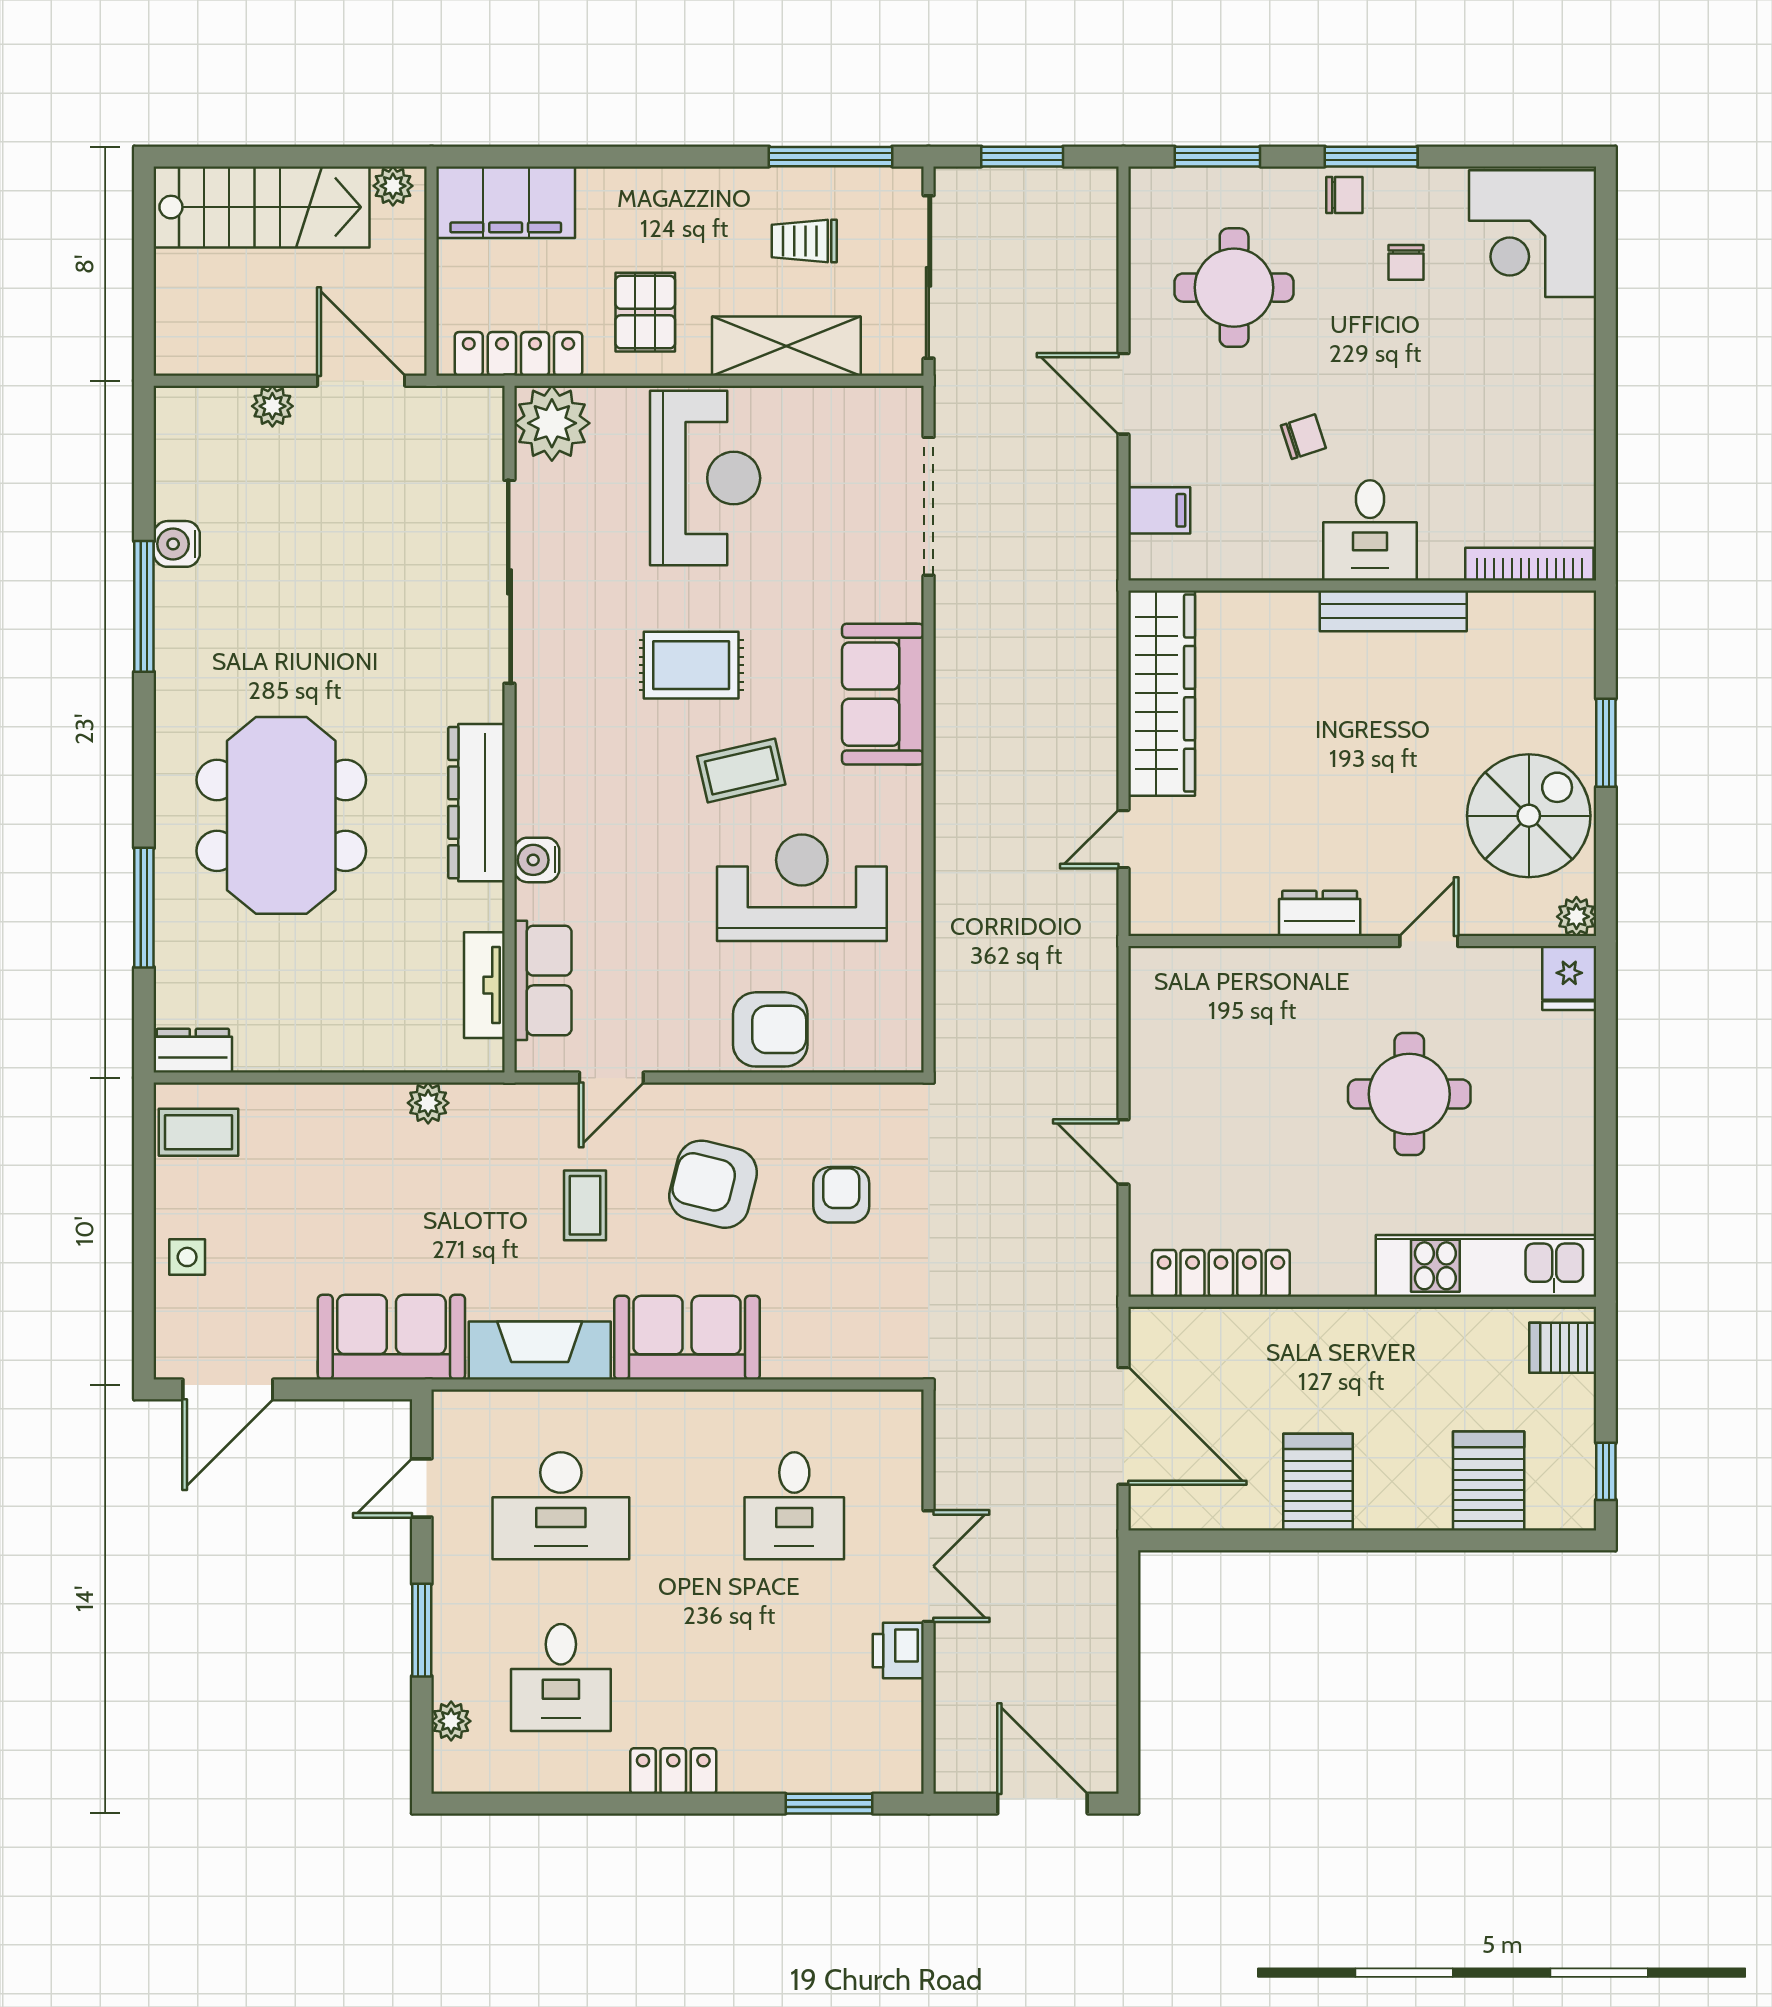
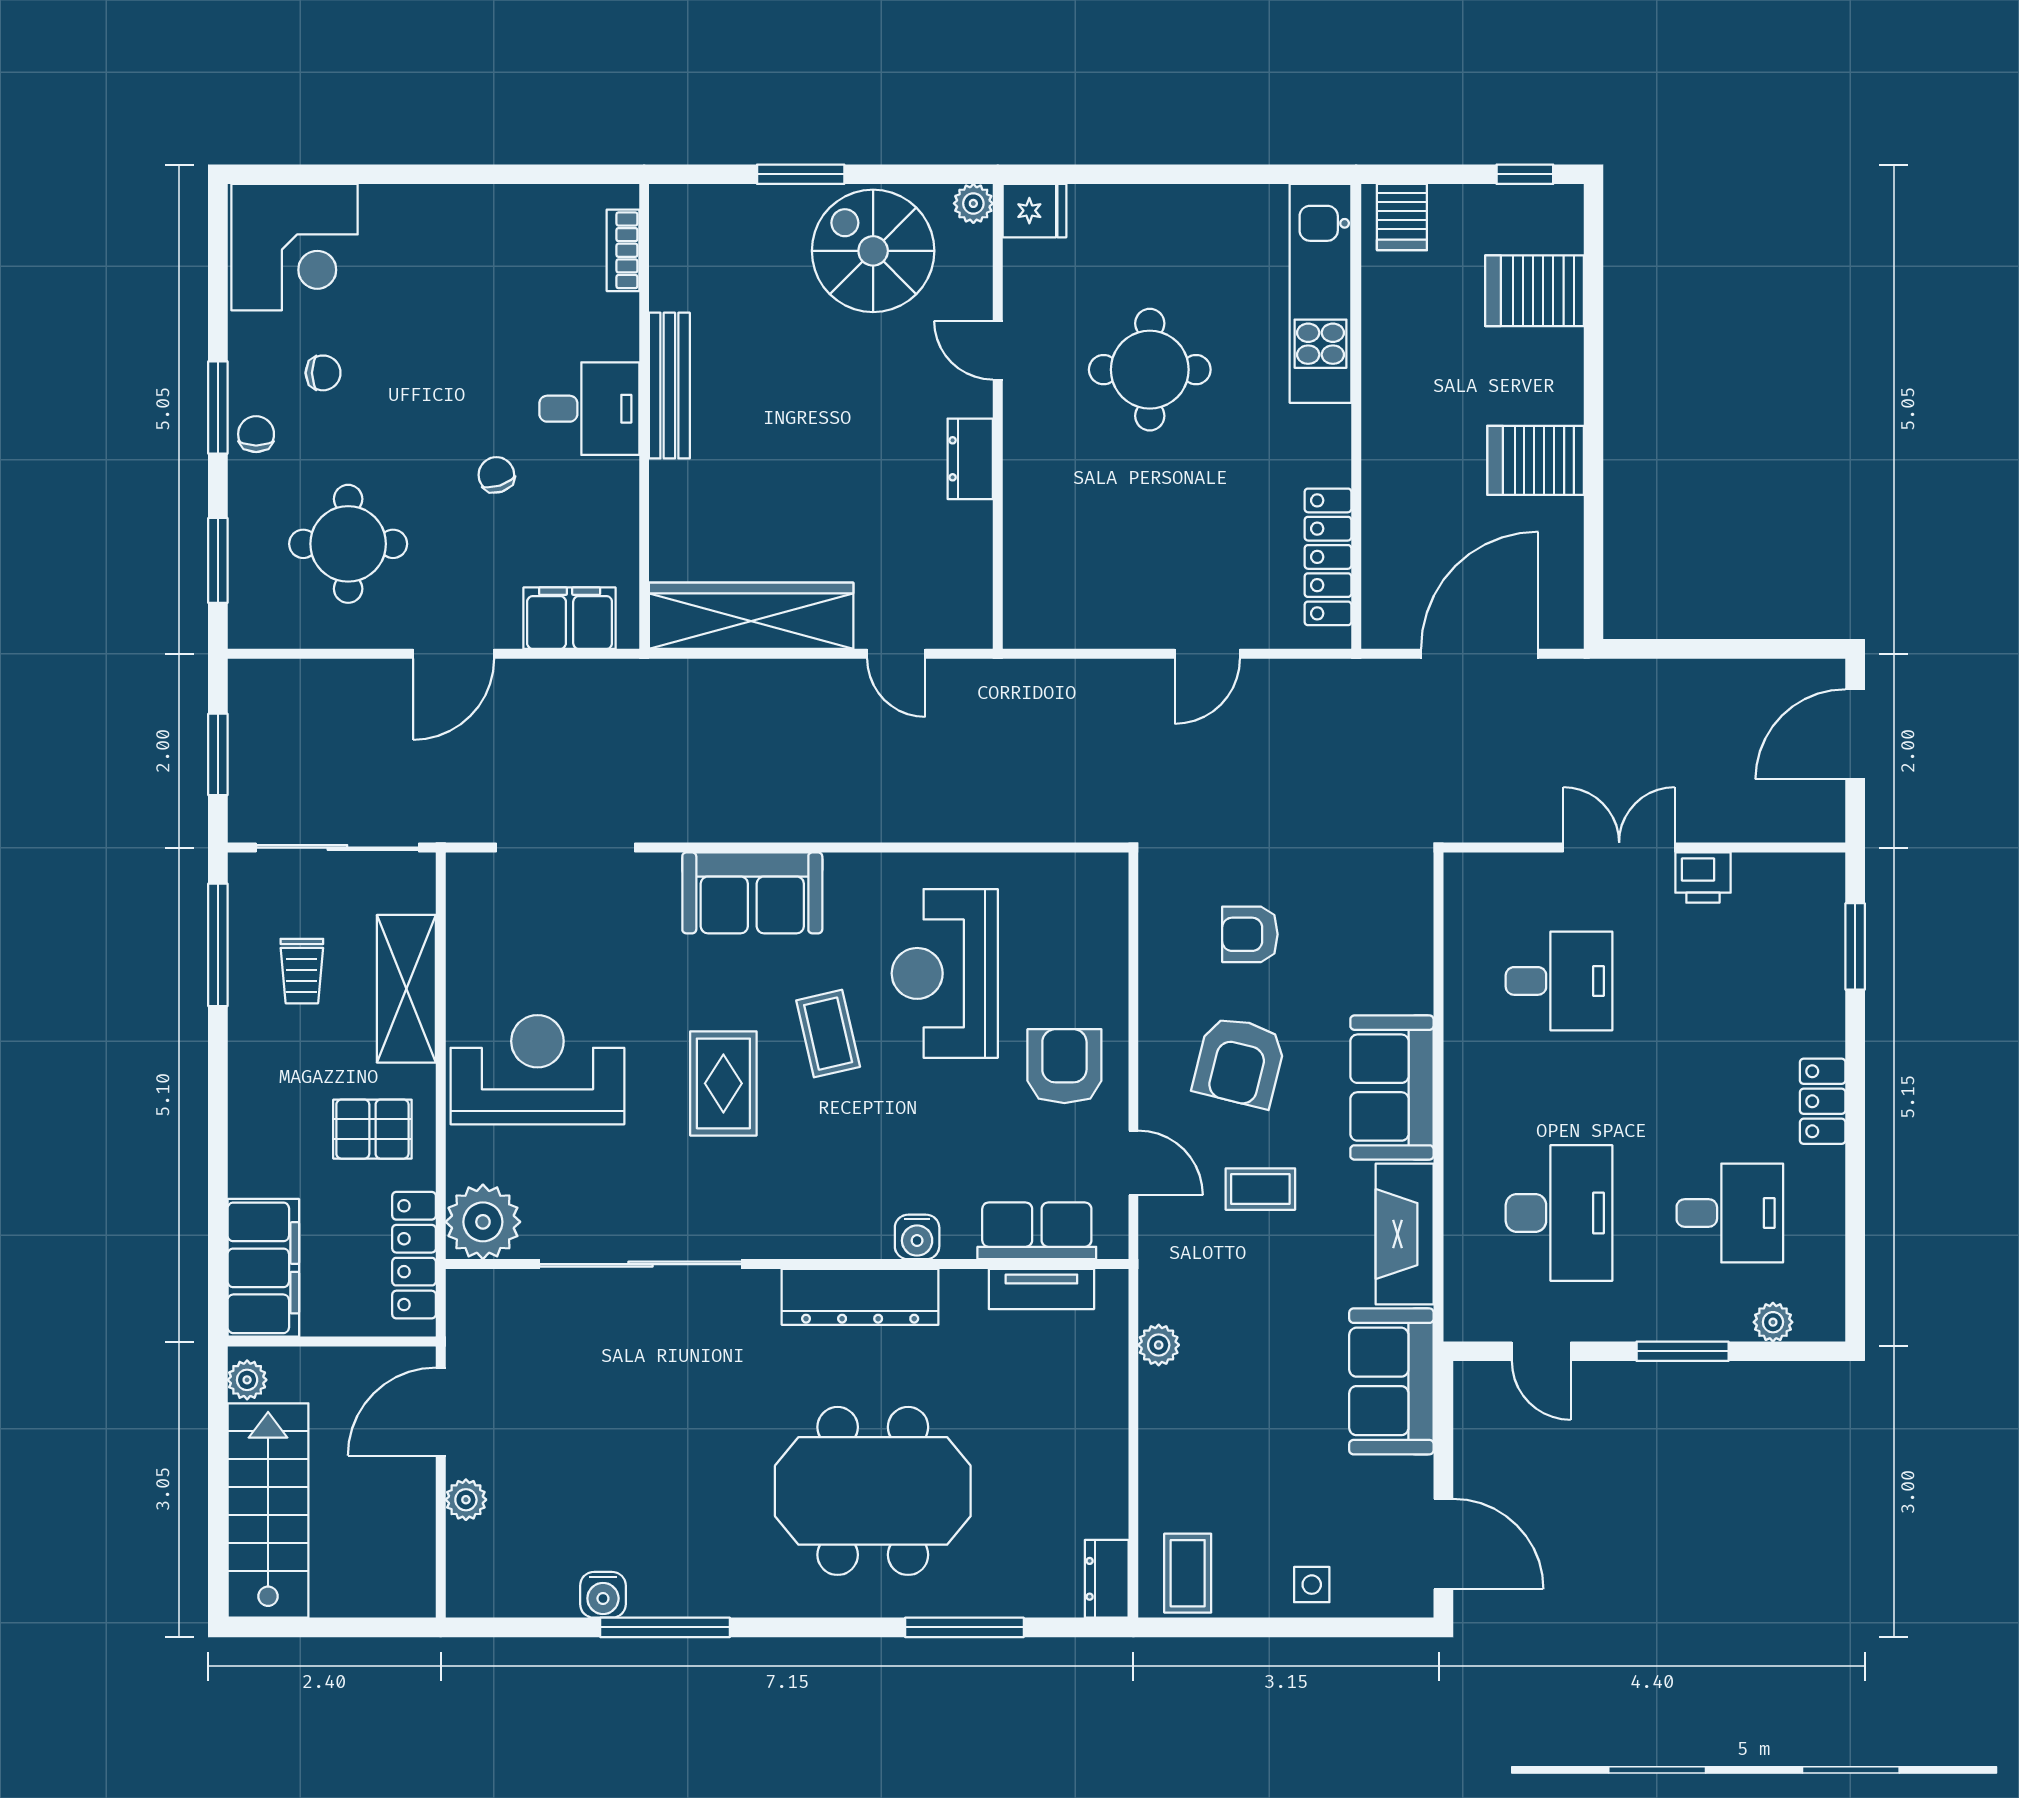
filing cabinet: (1159, 510) -> (570, 618), width x2.00
bookcase: (1529, 564) -> (623, 250), width x0.64
armchair: (770, 1029) -> (1064, 1066), moved

